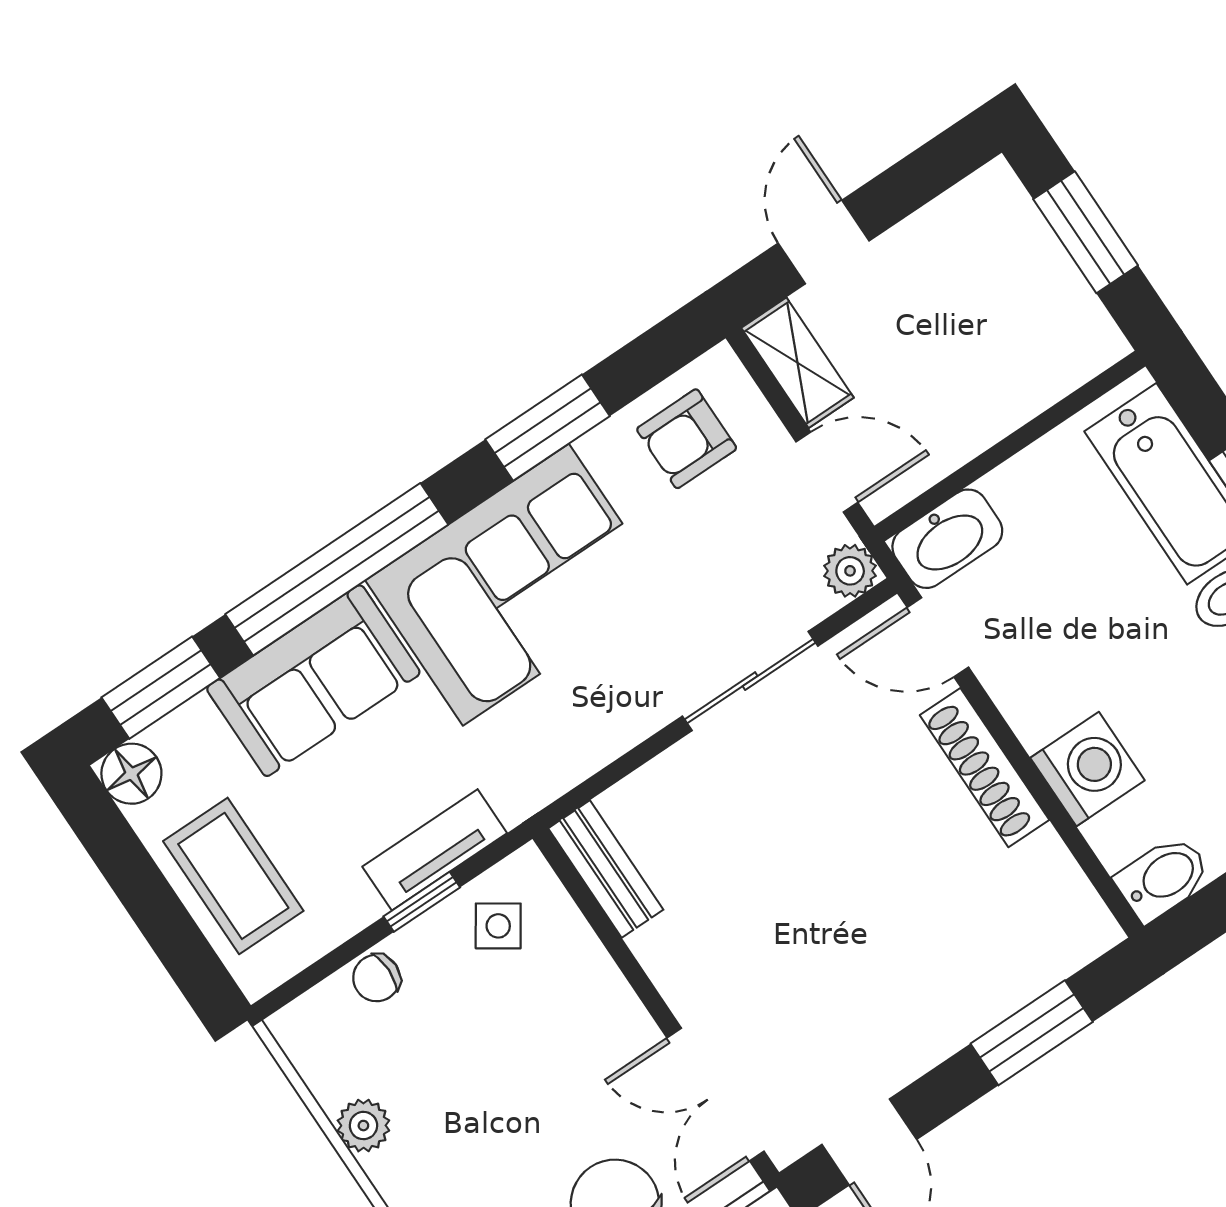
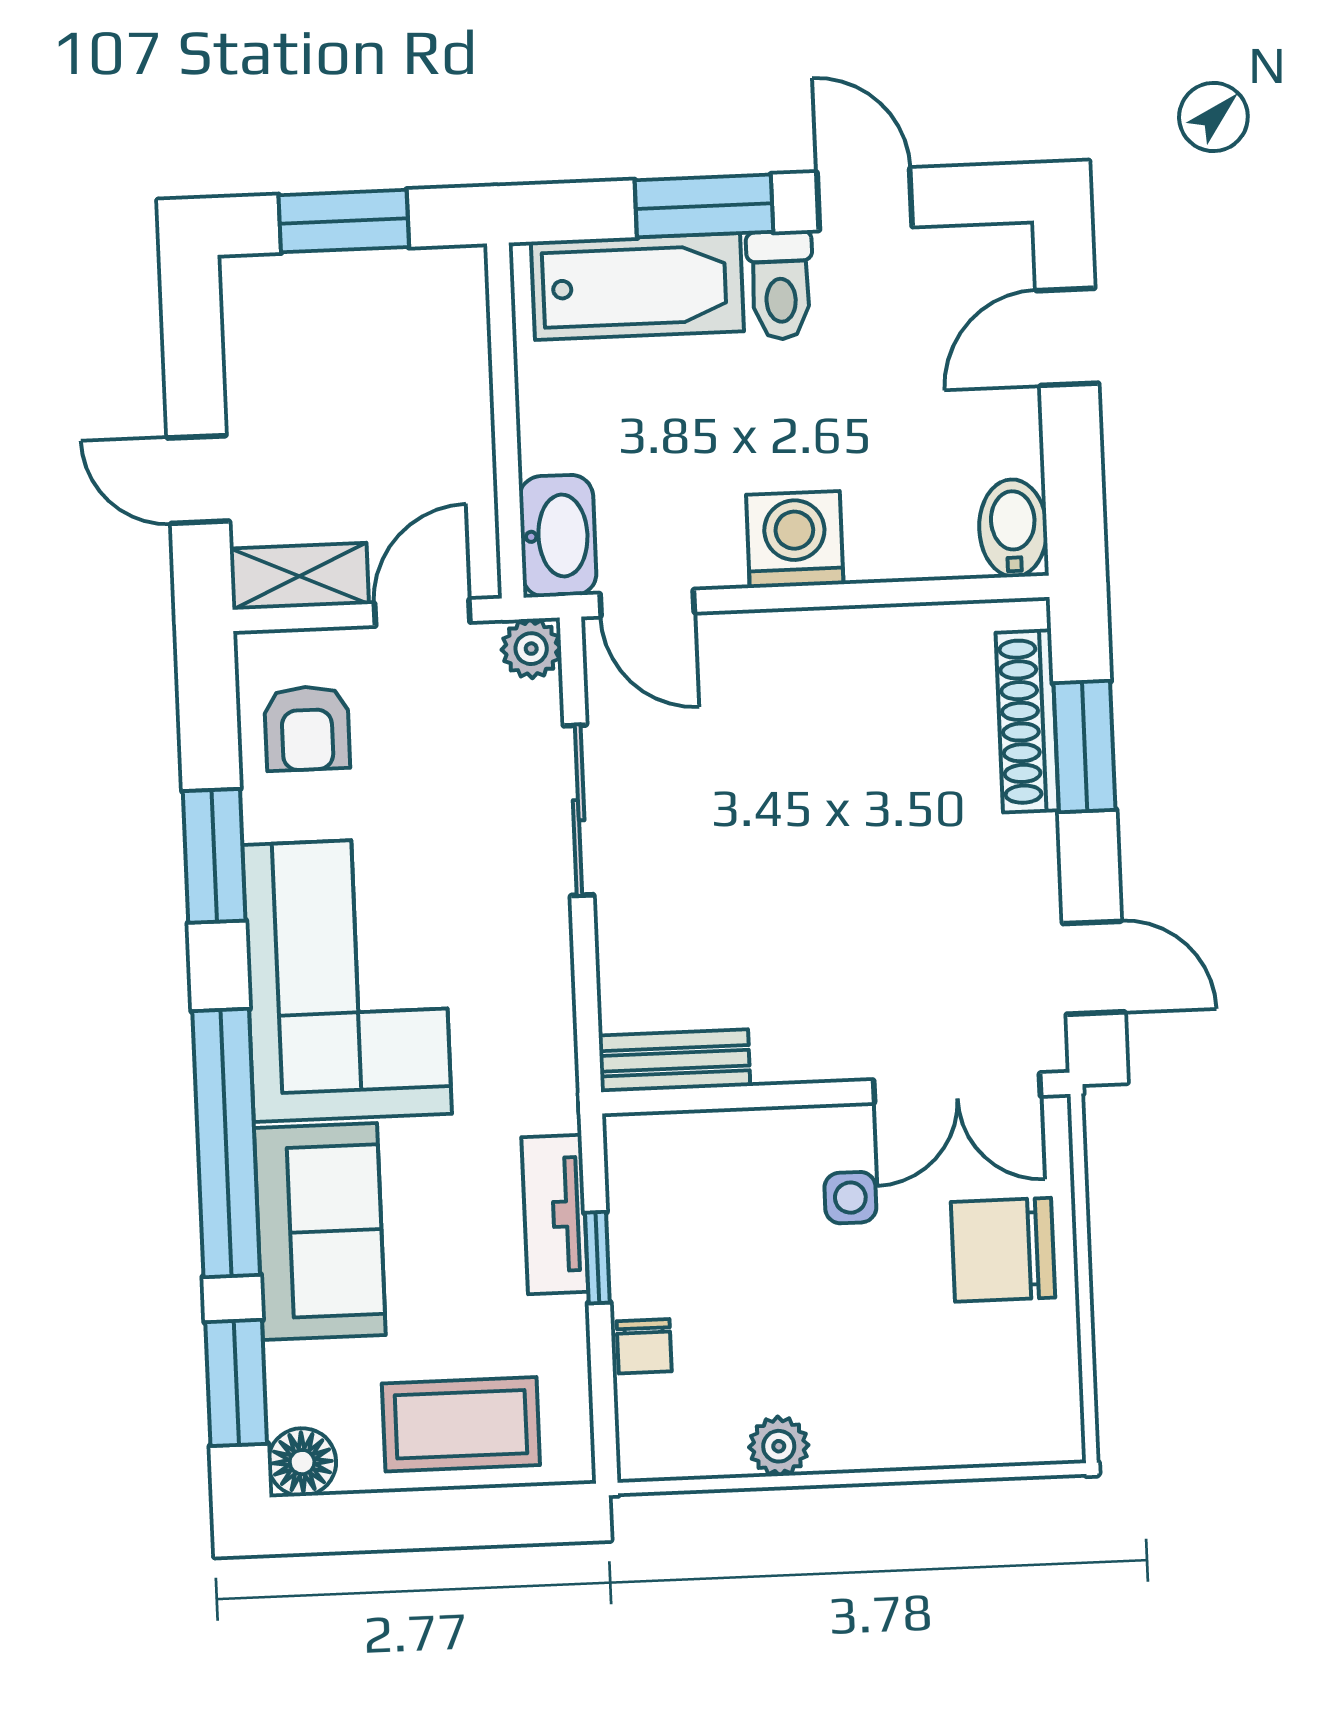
door: (938, 637) -> (647, 603), hinge flipped
shoe rack: (984, 768) -> (1027, 721), moved, turned 90
washing machine: (1088, 769) -> (795, 539), moved
side table: (498, 926) -> (850, 1198), moved, turned -34

